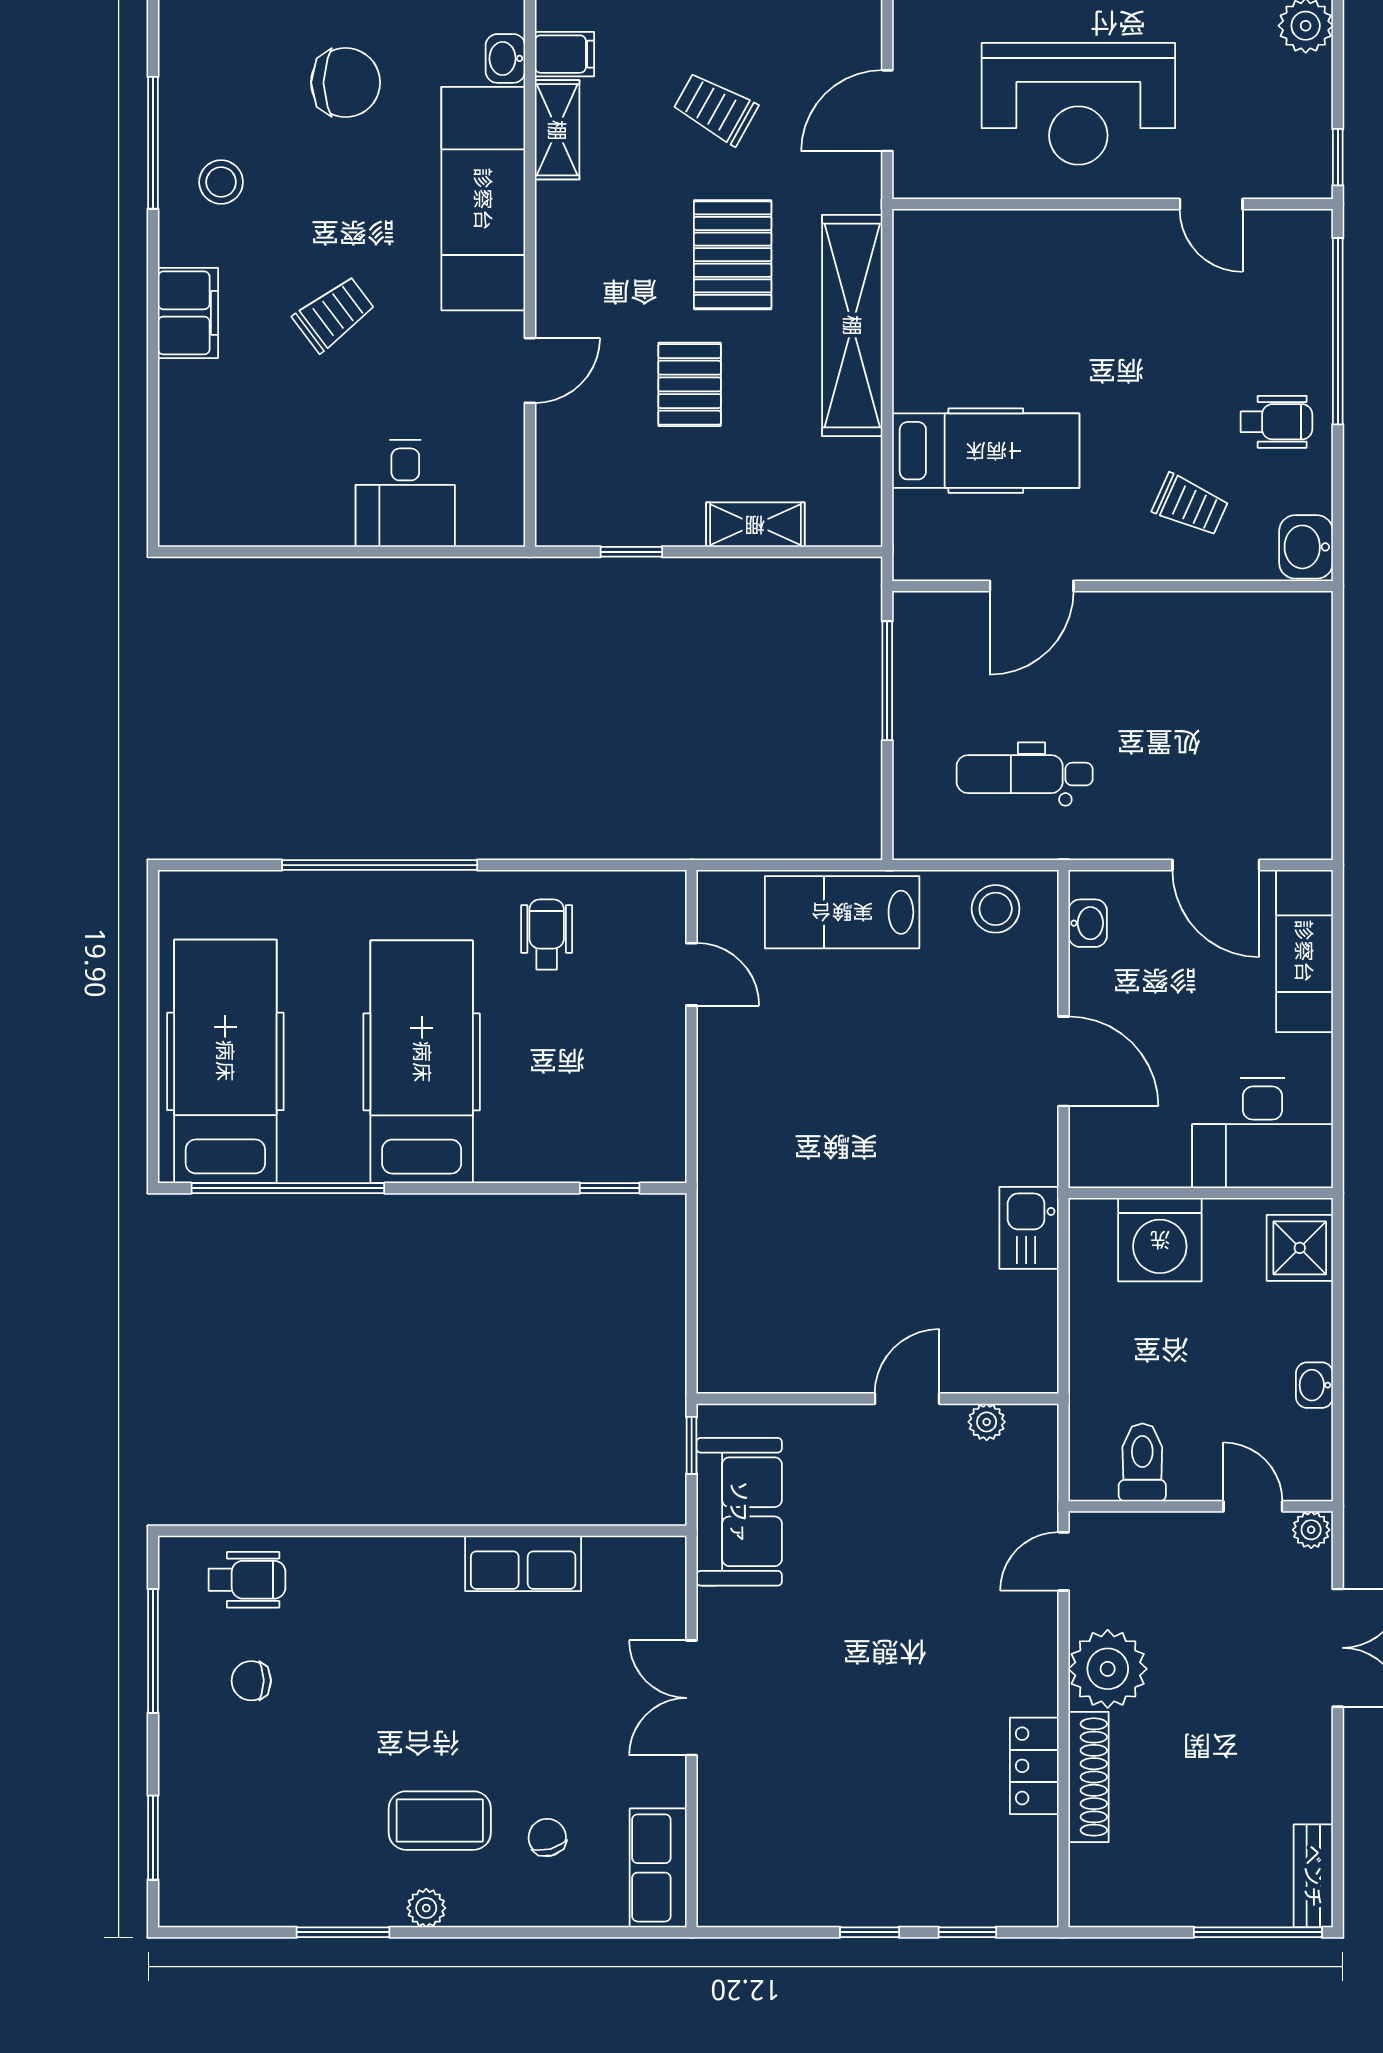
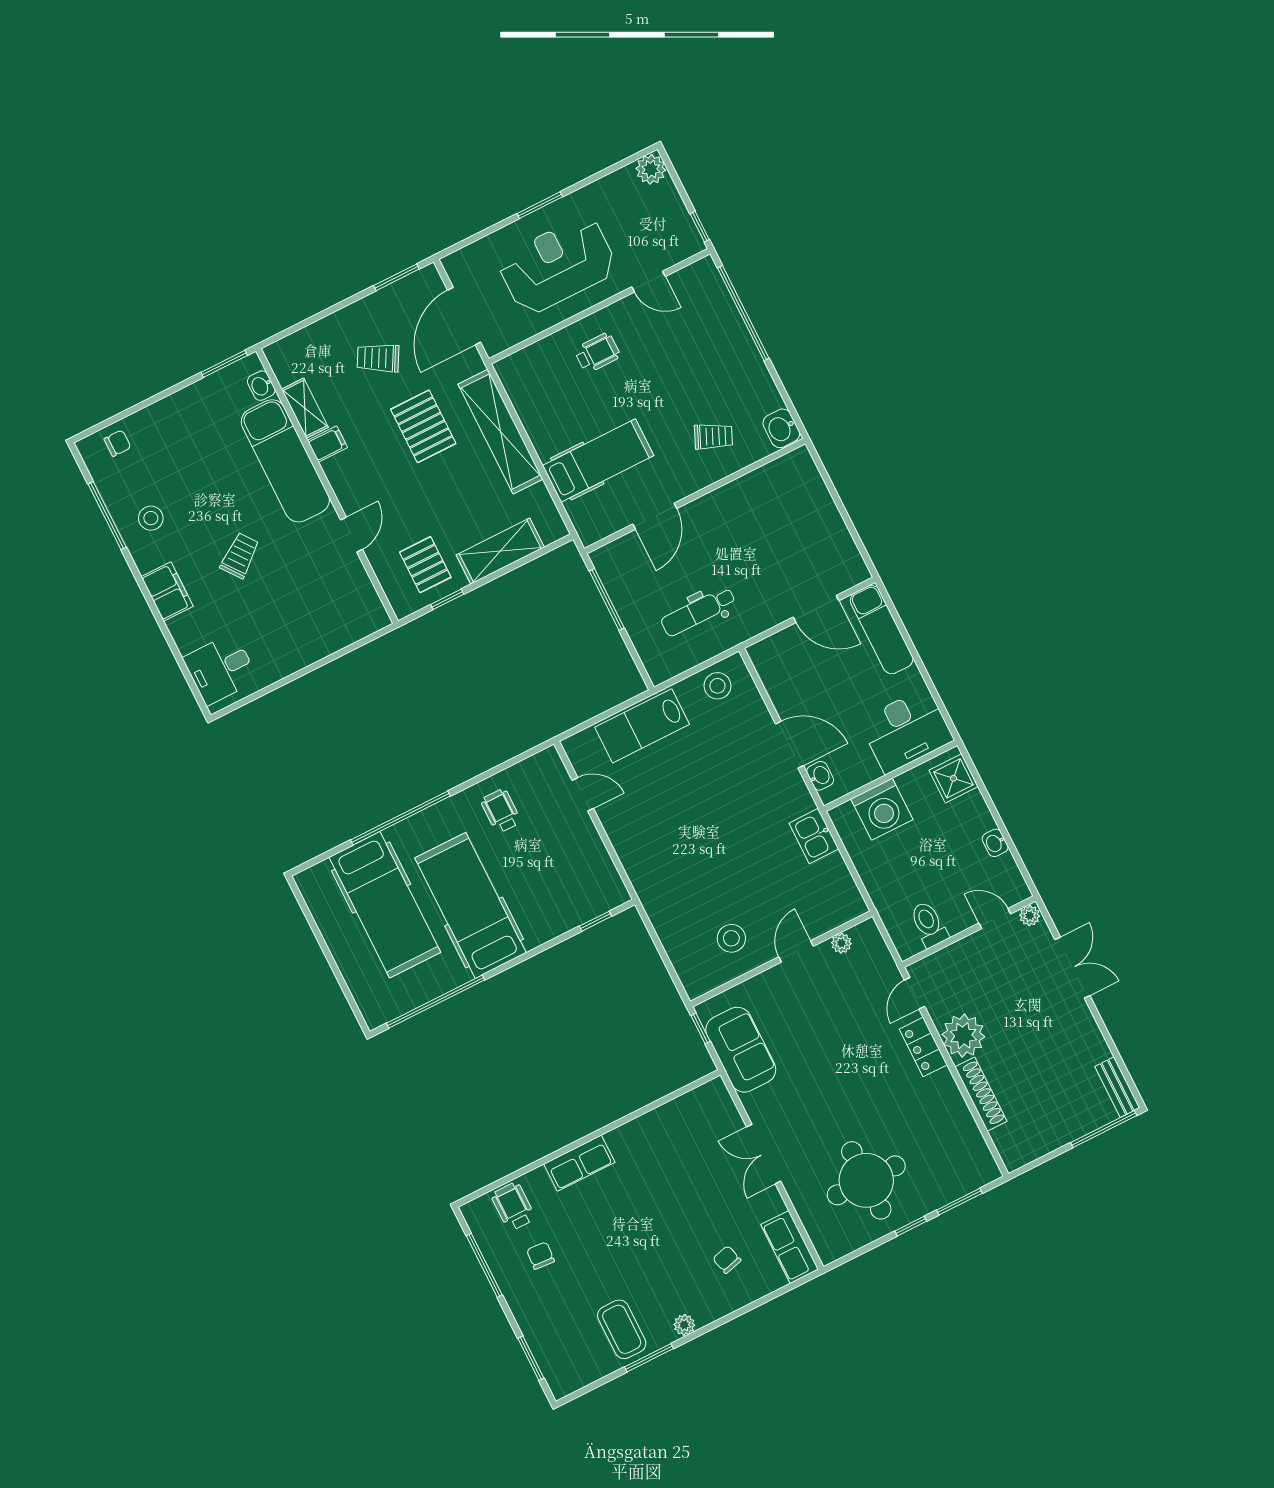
filing cabinet: (565, 54) -> (327, 444), moved
chair: (346, 83) -> (117, 443), moved, width x0.54, depth x0.54
reception desk: (1078, 104) -> (557, 265), turned 180
door: (887, 111) -> (464, 316), width x1.36
pallet: (690, 384) -> (425, 565), moved
wheelchair: (1276, 422) -> (597, 353), moved
desk: (405, 493) -> (221, 669), moved, turned 90
shelving: (755, 525) -> (500, 551), width x1.50, depth x1.33
washbasin: (1088, 923) -> (820, 776), moved
hospital bed: (225, 1061) -> (385, 905), moved, turned 180
stool: (814, 1325) -> (731, 938), added
row of seats: (523, 1563) -> (579, 1163), moved
wheelchair: (247, 1580) -> (513, 1206), turned -90
chair: (251, 1681) -> (541, 1256), turned 94
locker: (1034, 1766) -> (923, 1047), moved
coffee table: (440, 1821) -> (622, 1329), moved, turned 90
round table: (835, 1823) -> (866, 1180), added
window: (967, 1932) -> (959, 1202), width x1.50

